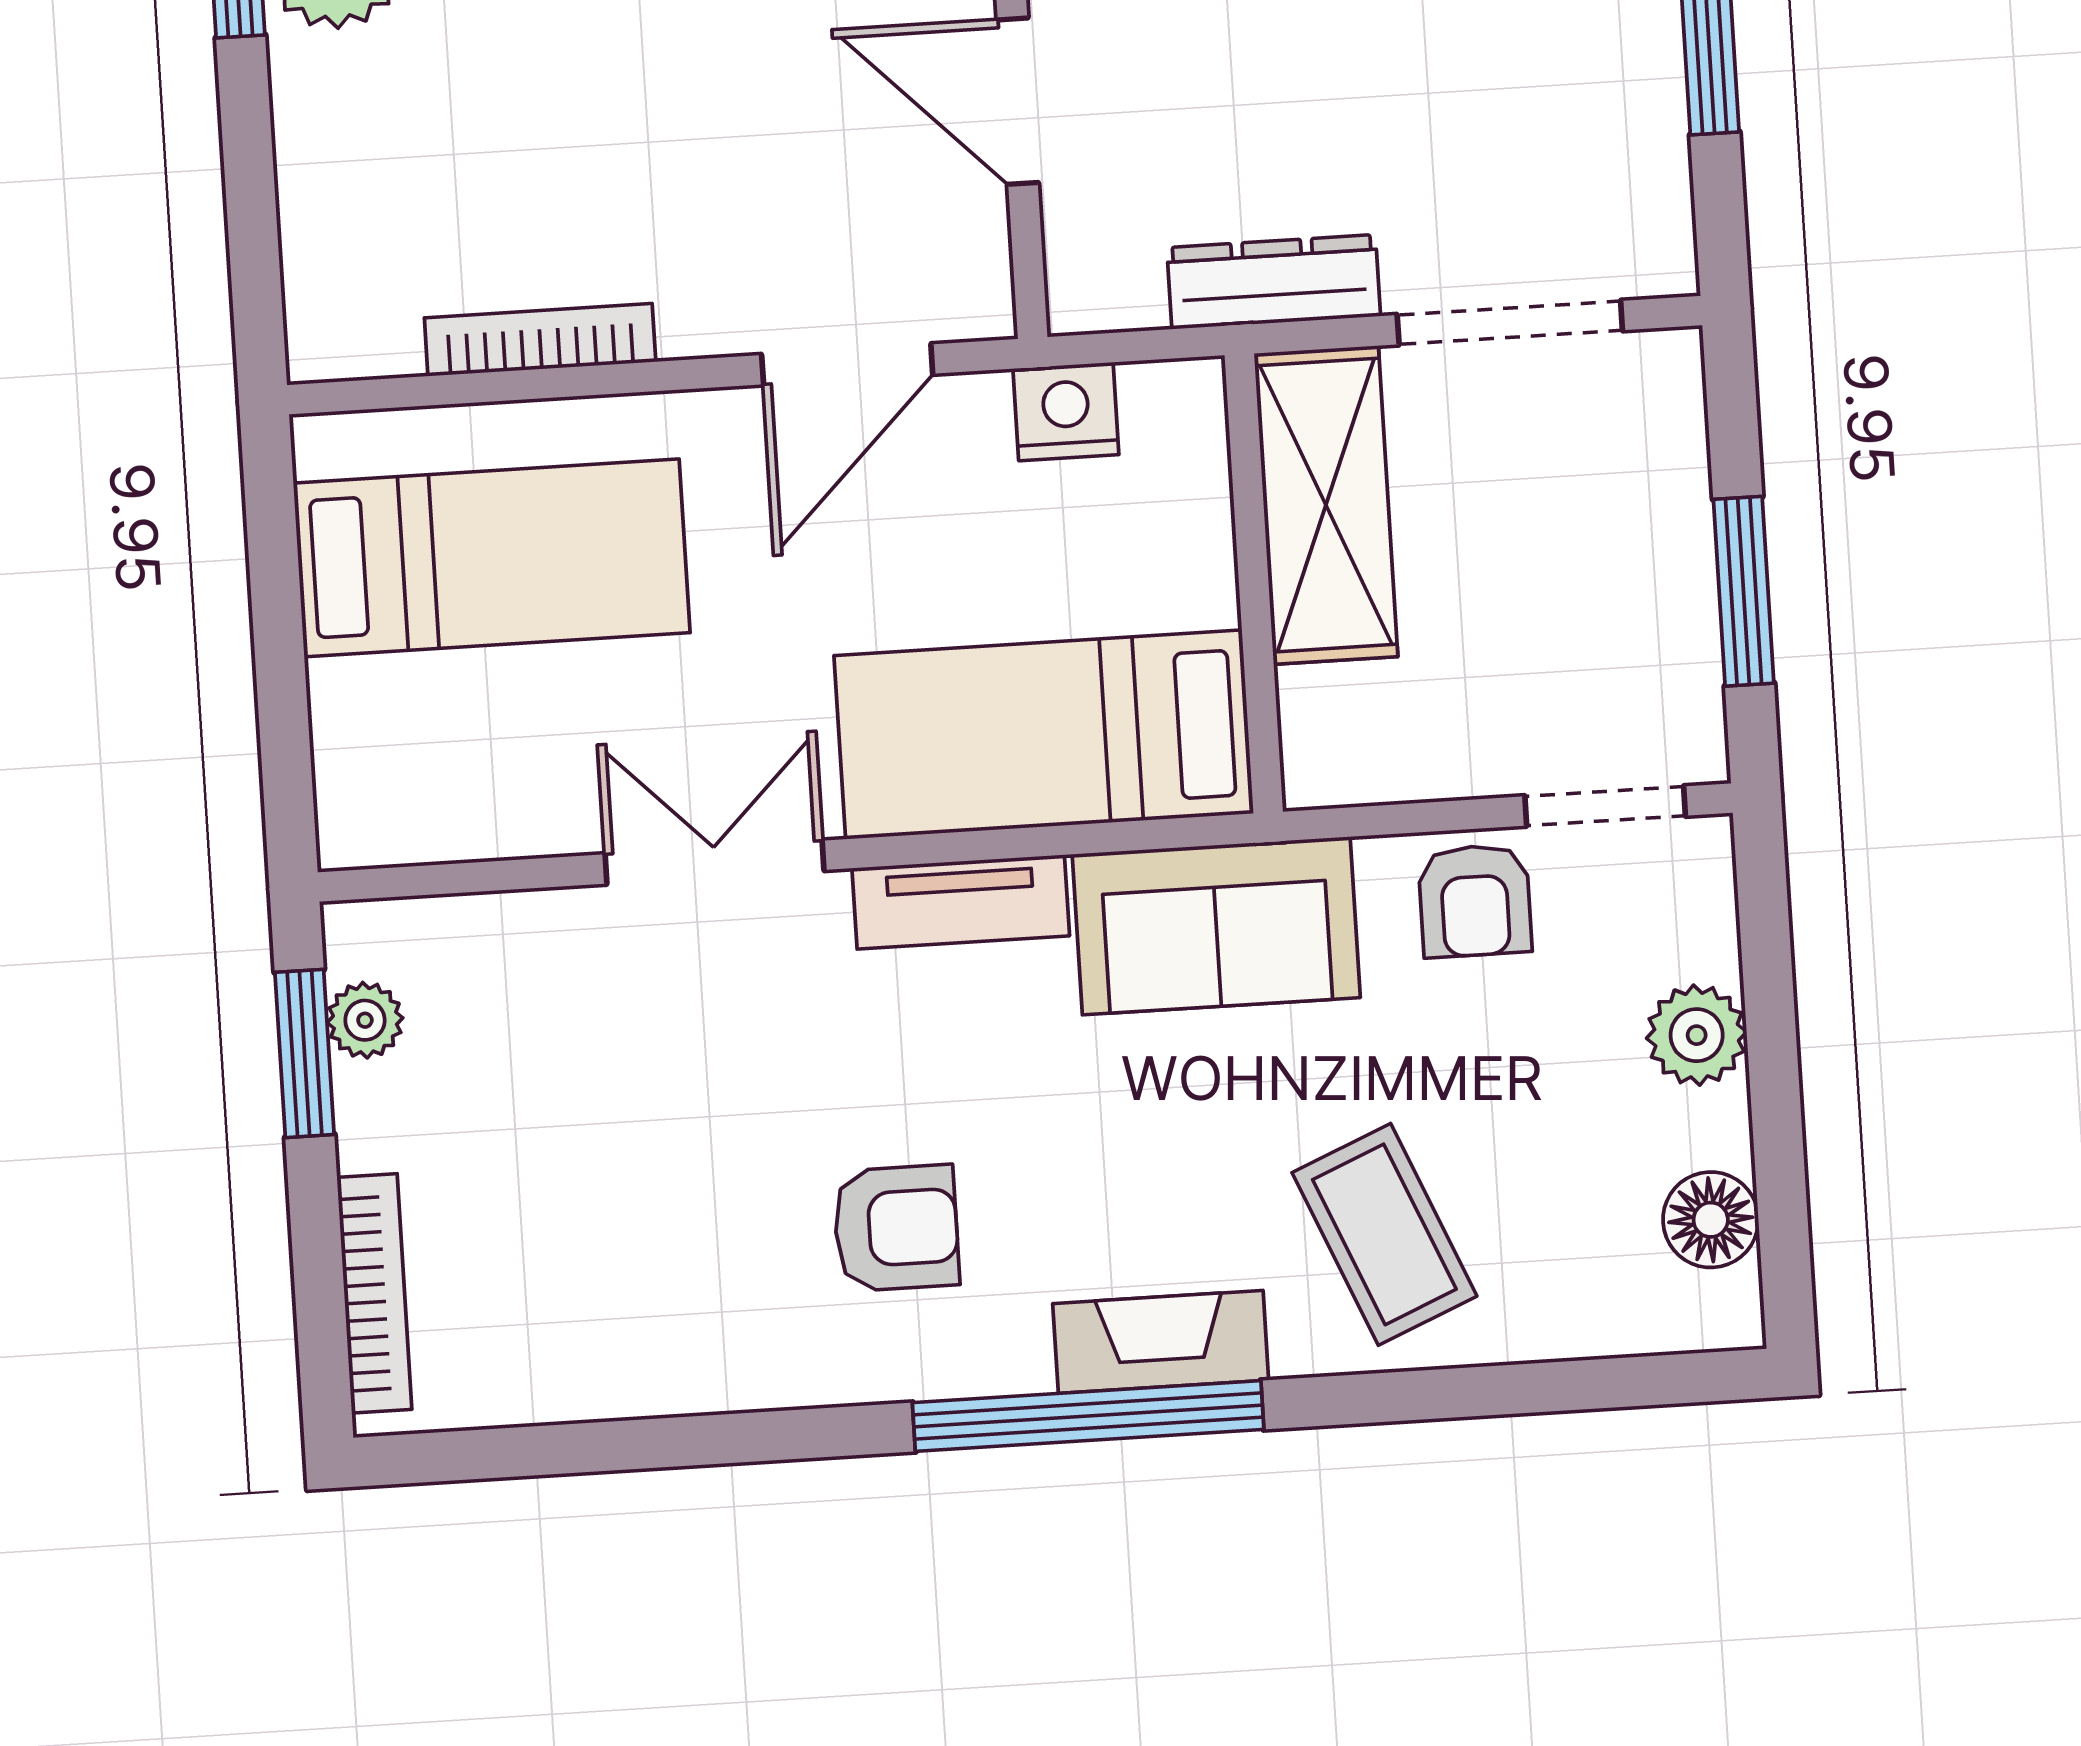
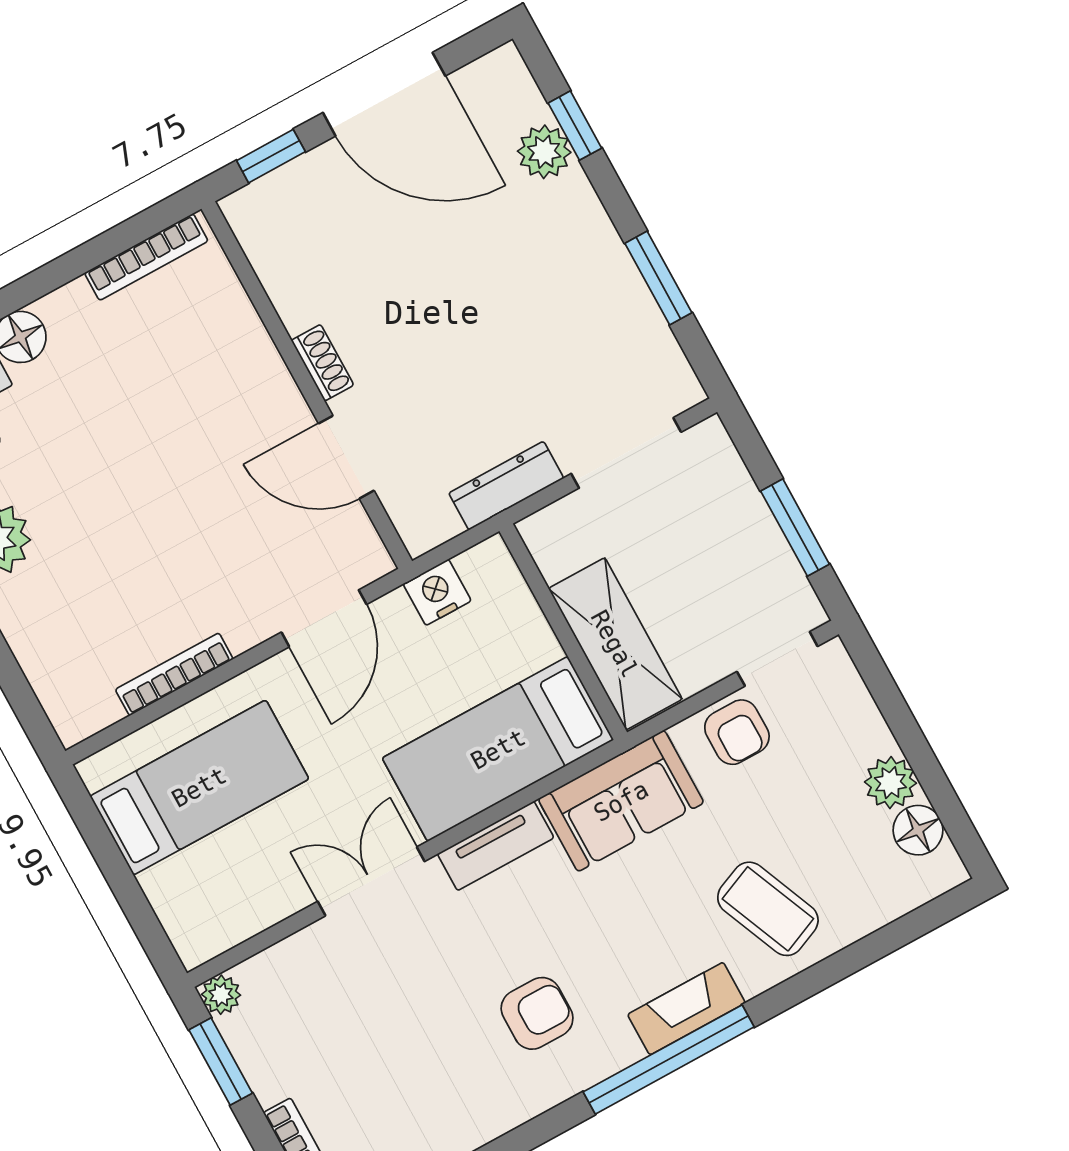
shelving: (1326, 505) -> (615, 644), moved
plant: (365, 1020) -> (221, 995), moved
plant: (1697, 1035) -> (890, 783), moved

